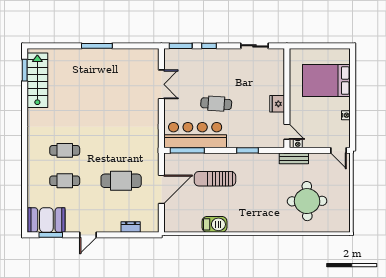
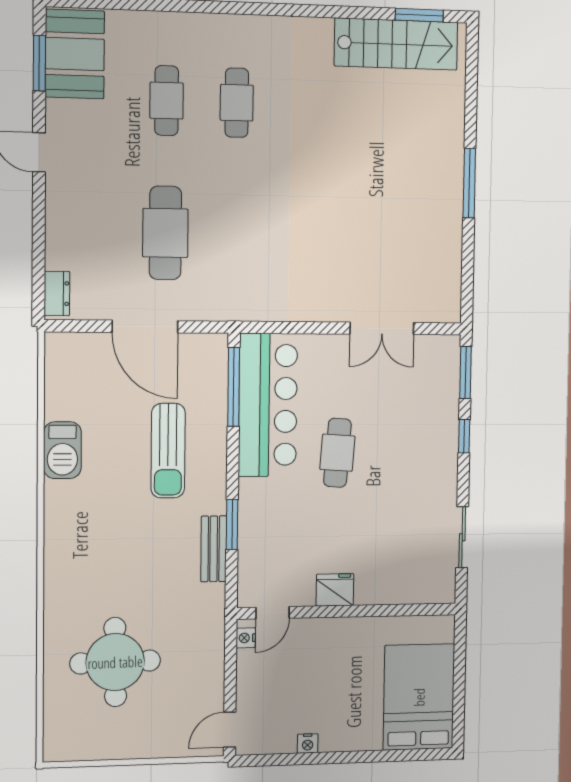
bed: (326, 80) -> (419, 697), moved
bench: (294, 158) -> (214, 549), moved
sun lounger: (215, 179) -> (168, 451), turned 180
dresser: (131, 227) -> (57, 294), moved

